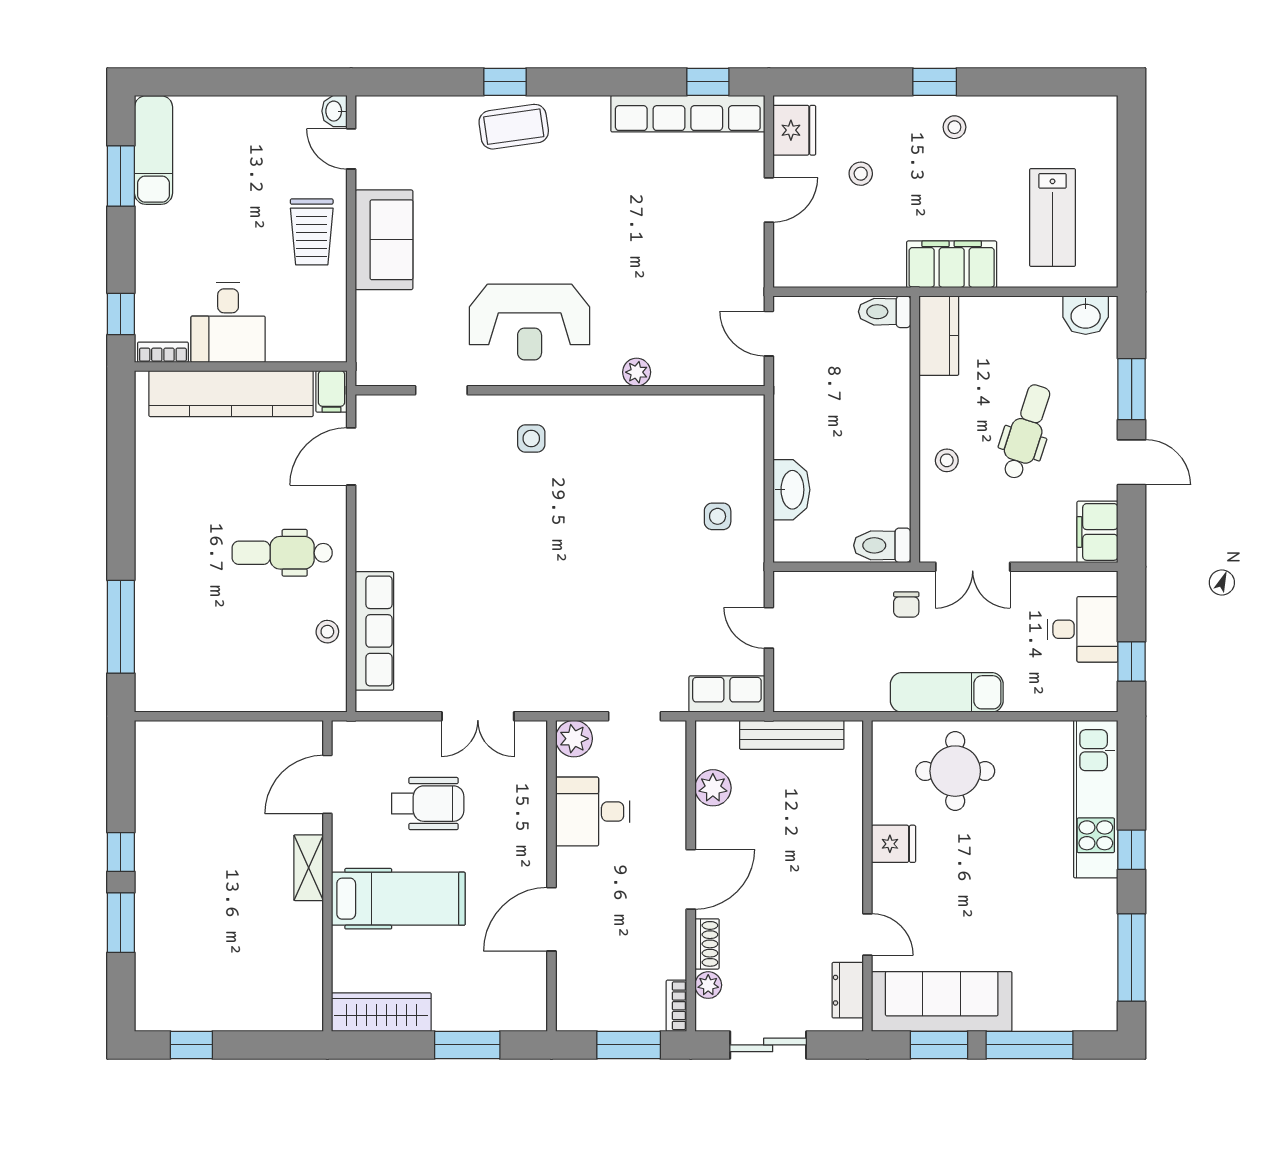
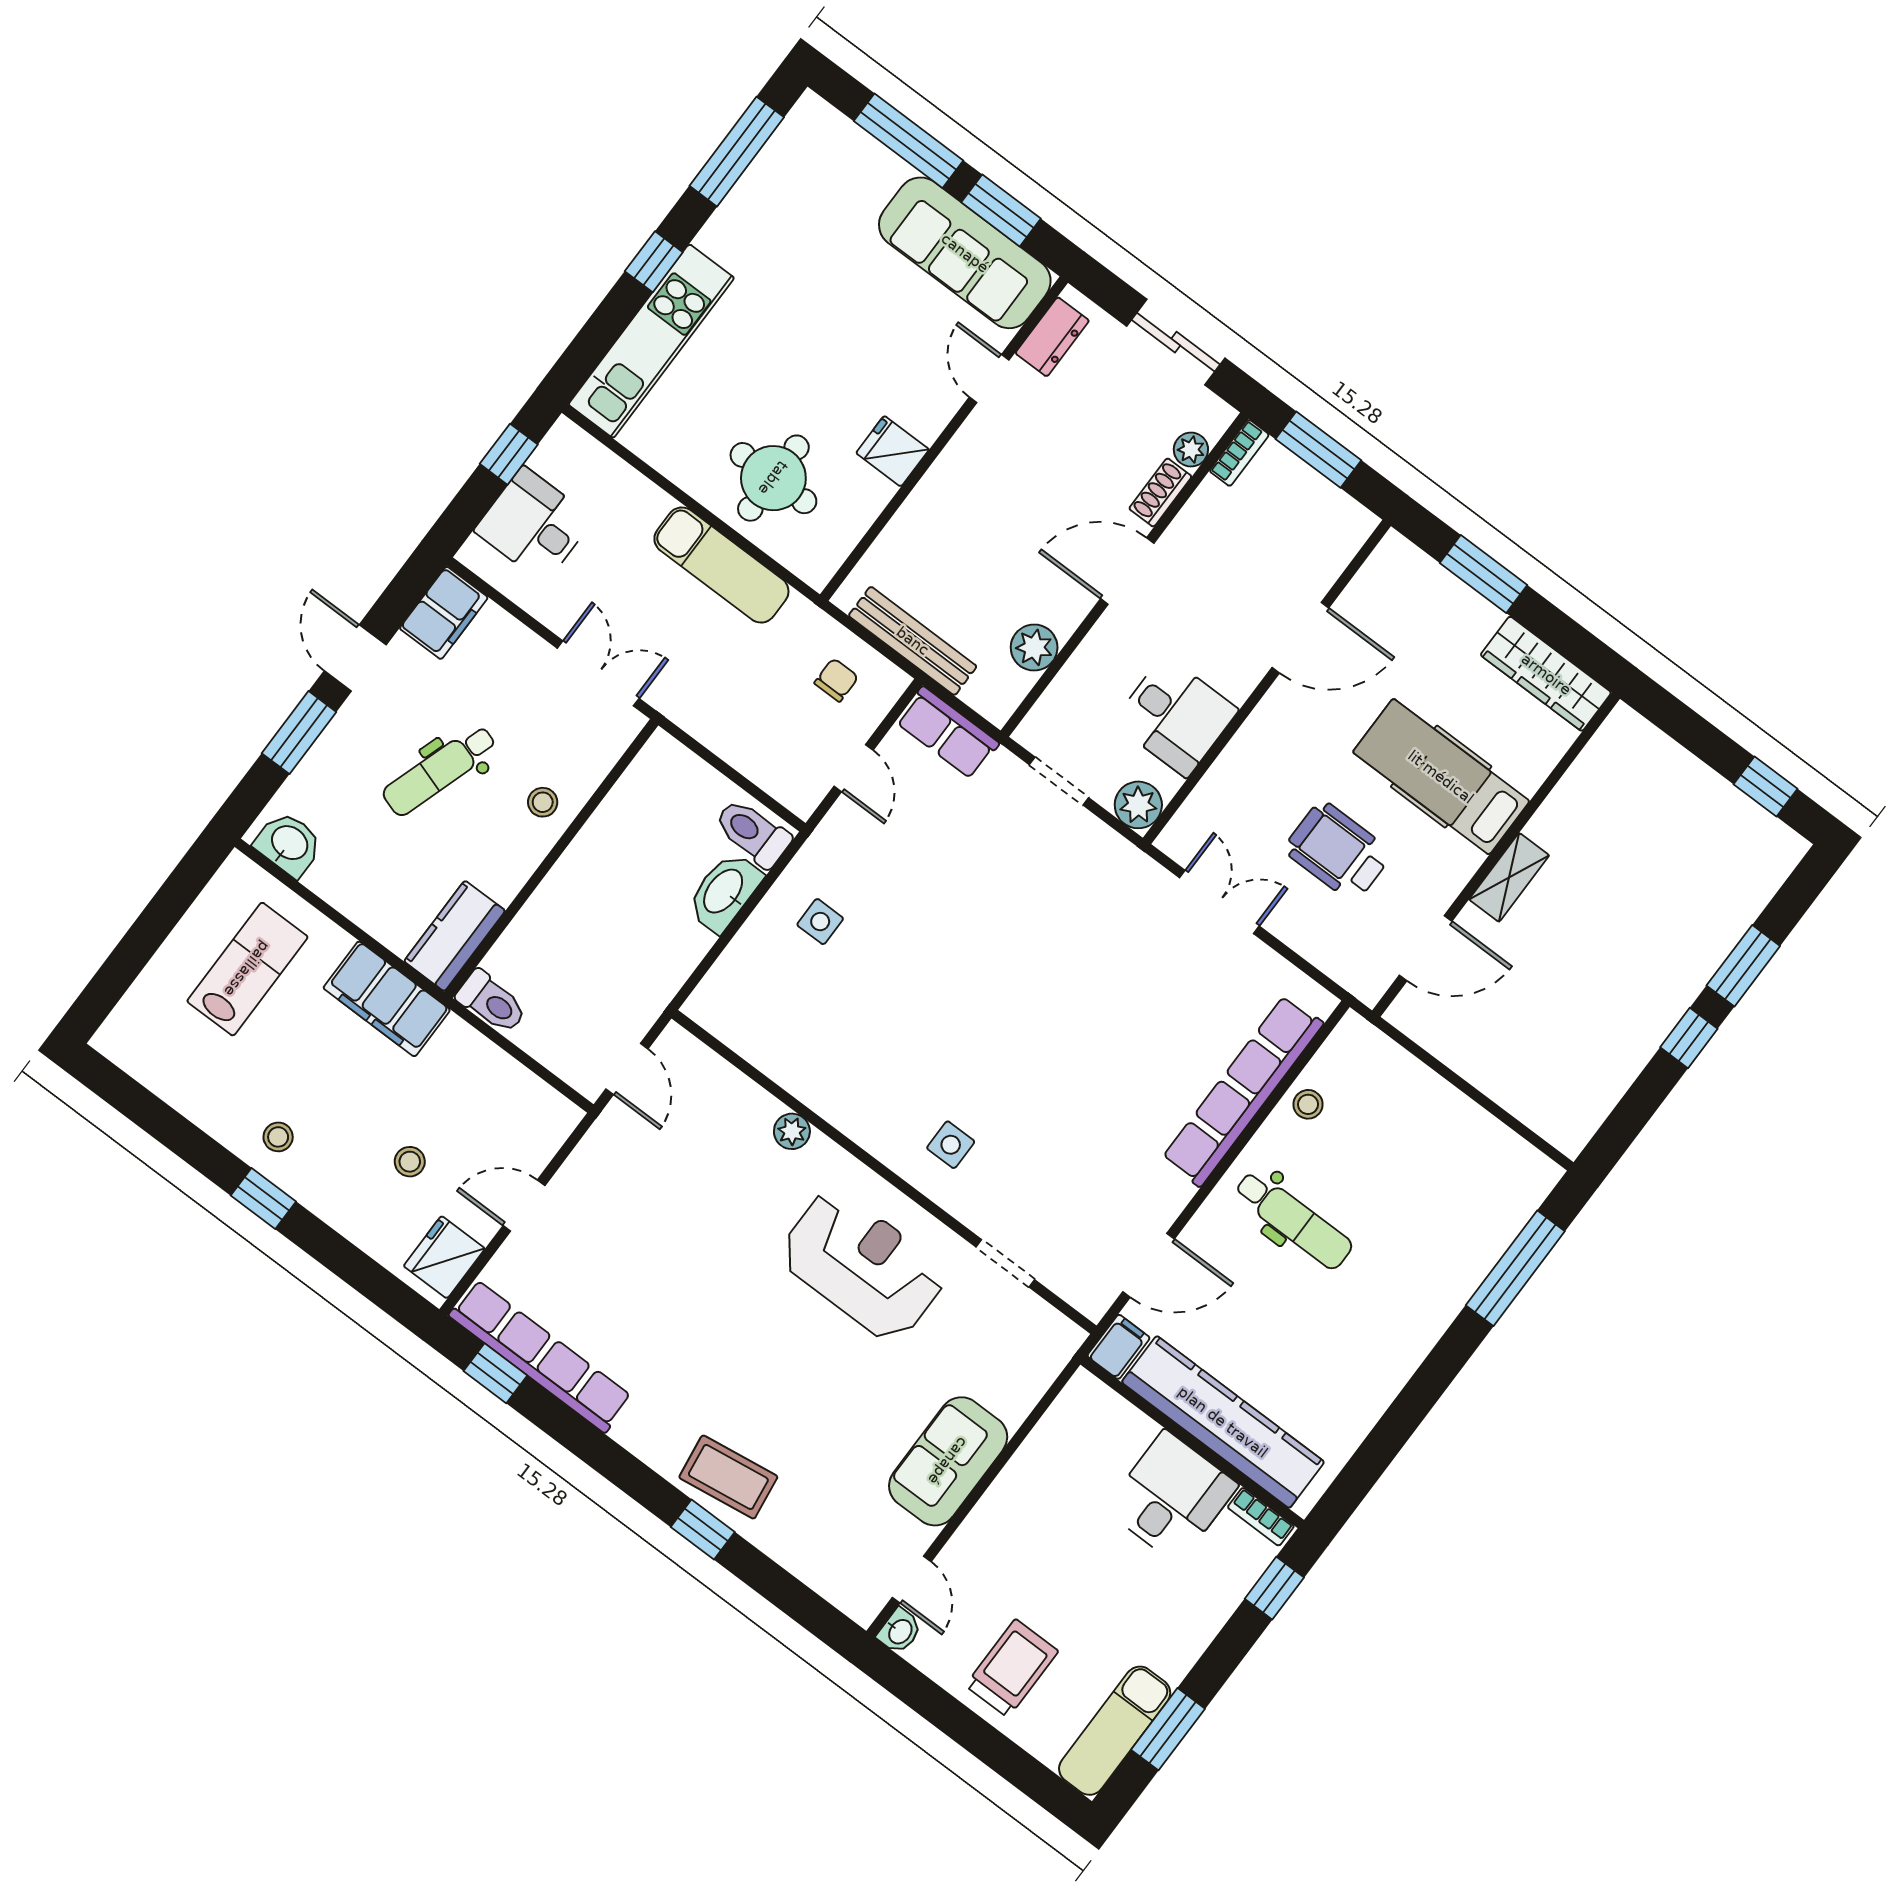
trolley: (312, 232) -> (1012, 1668), moved
toilet: (882, 545) -> (753, 833), moved, turned 180
chair: (906, 604) -> (836, 680), moved
row of seats: (374, 631) -> (1243, 1091), width x1.36

